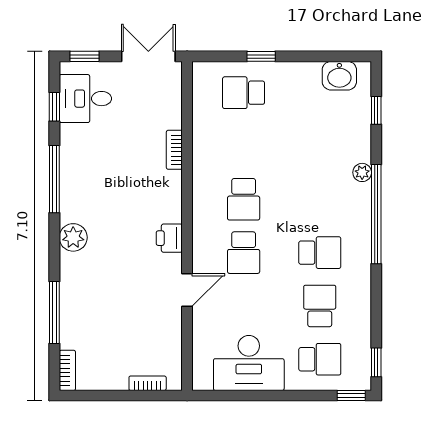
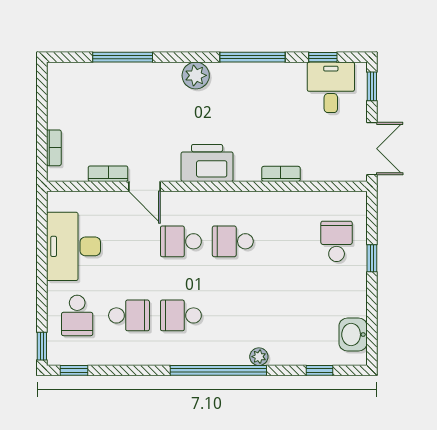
printer: (169, 238) -> (207, 163), width x1.87, depth x1.48
school desk: (320, 253) -> (181, 315), turned 90
bookcase: (67, 370) -> (108, 174), moved, turned 180

